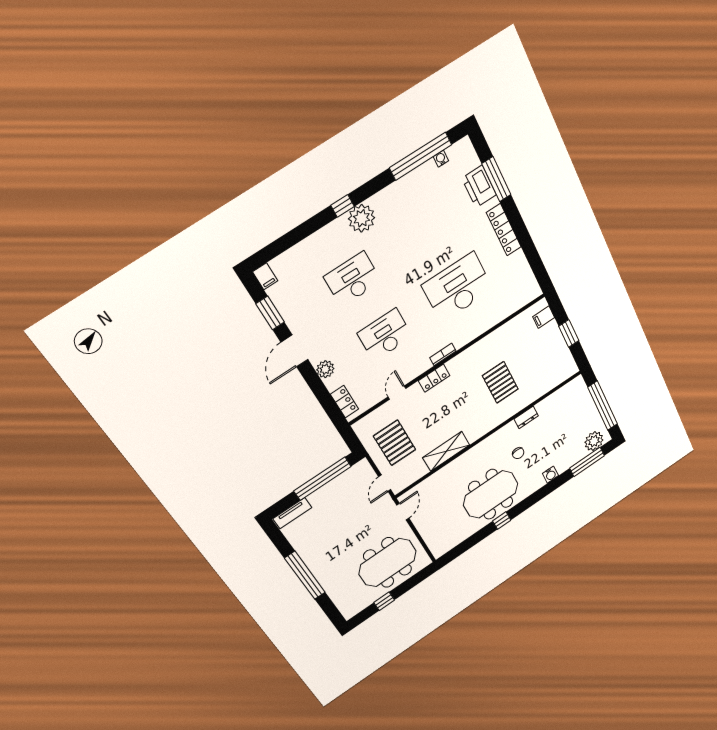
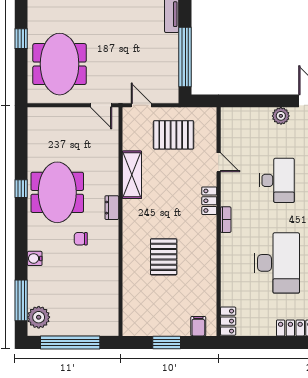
pallet: (500, 382) -> (164, 257), turned 90
locker: (344, 402) -> (228, 321), moved, turned -90
dresser: (526, 417) -> (112, 208), moved

